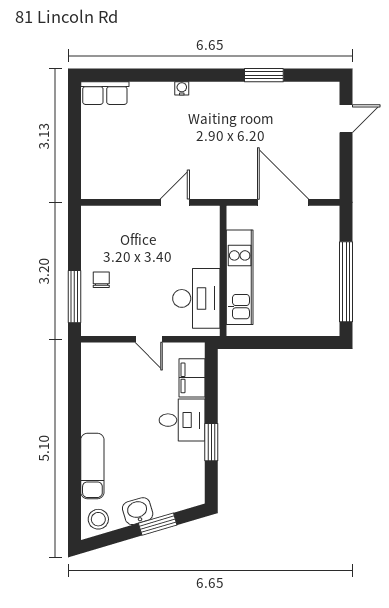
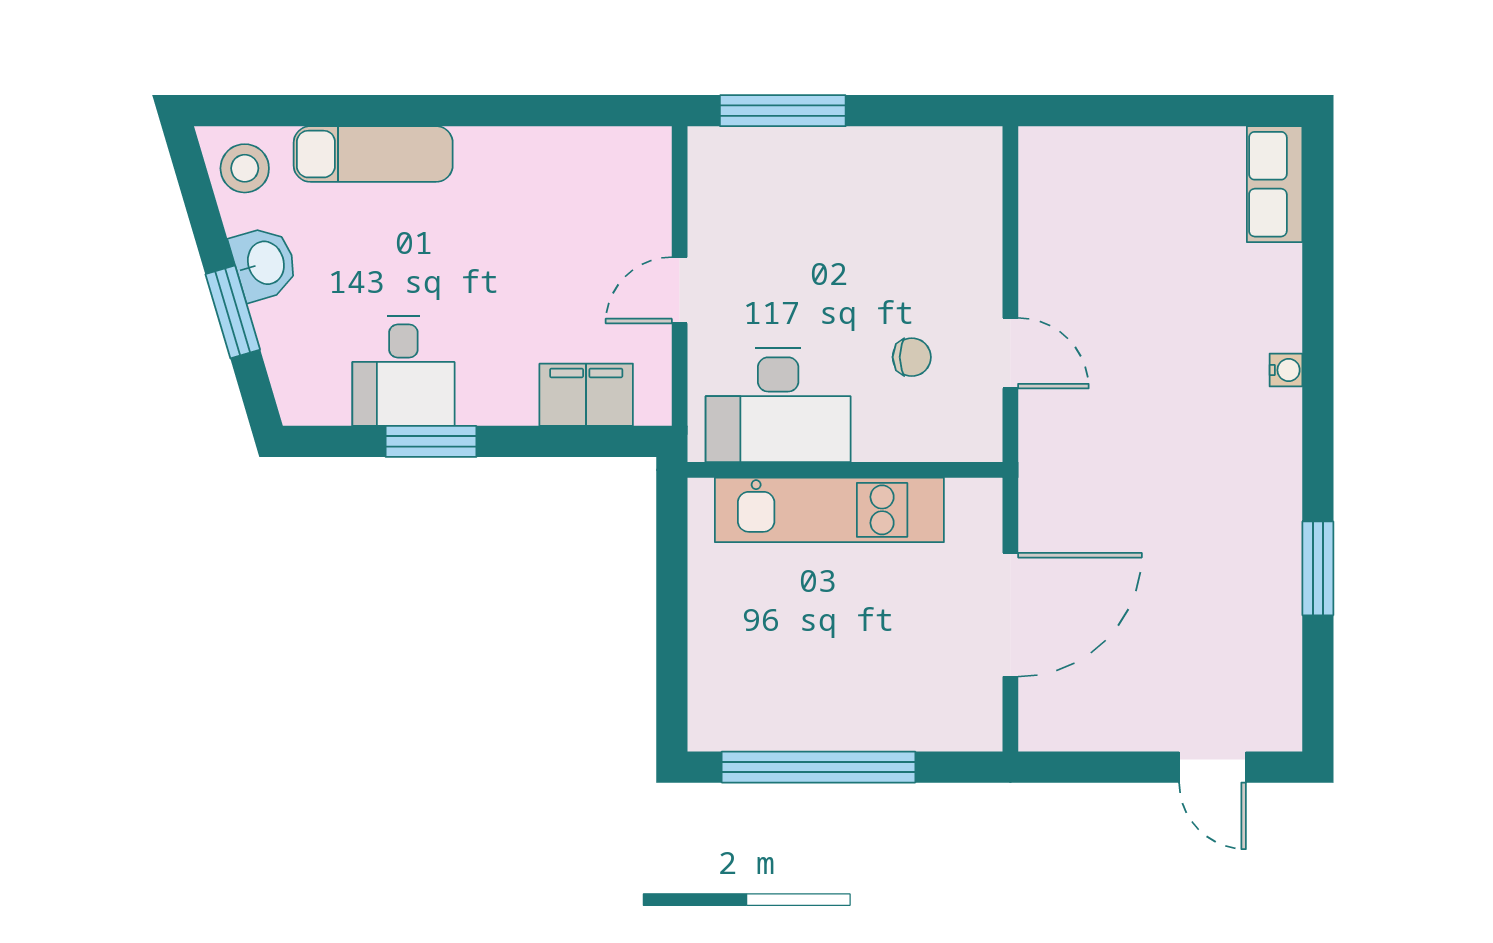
chair: (101, 280) -> (912, 357), moved
desk: (182, 420) -> (403, 371), moved

